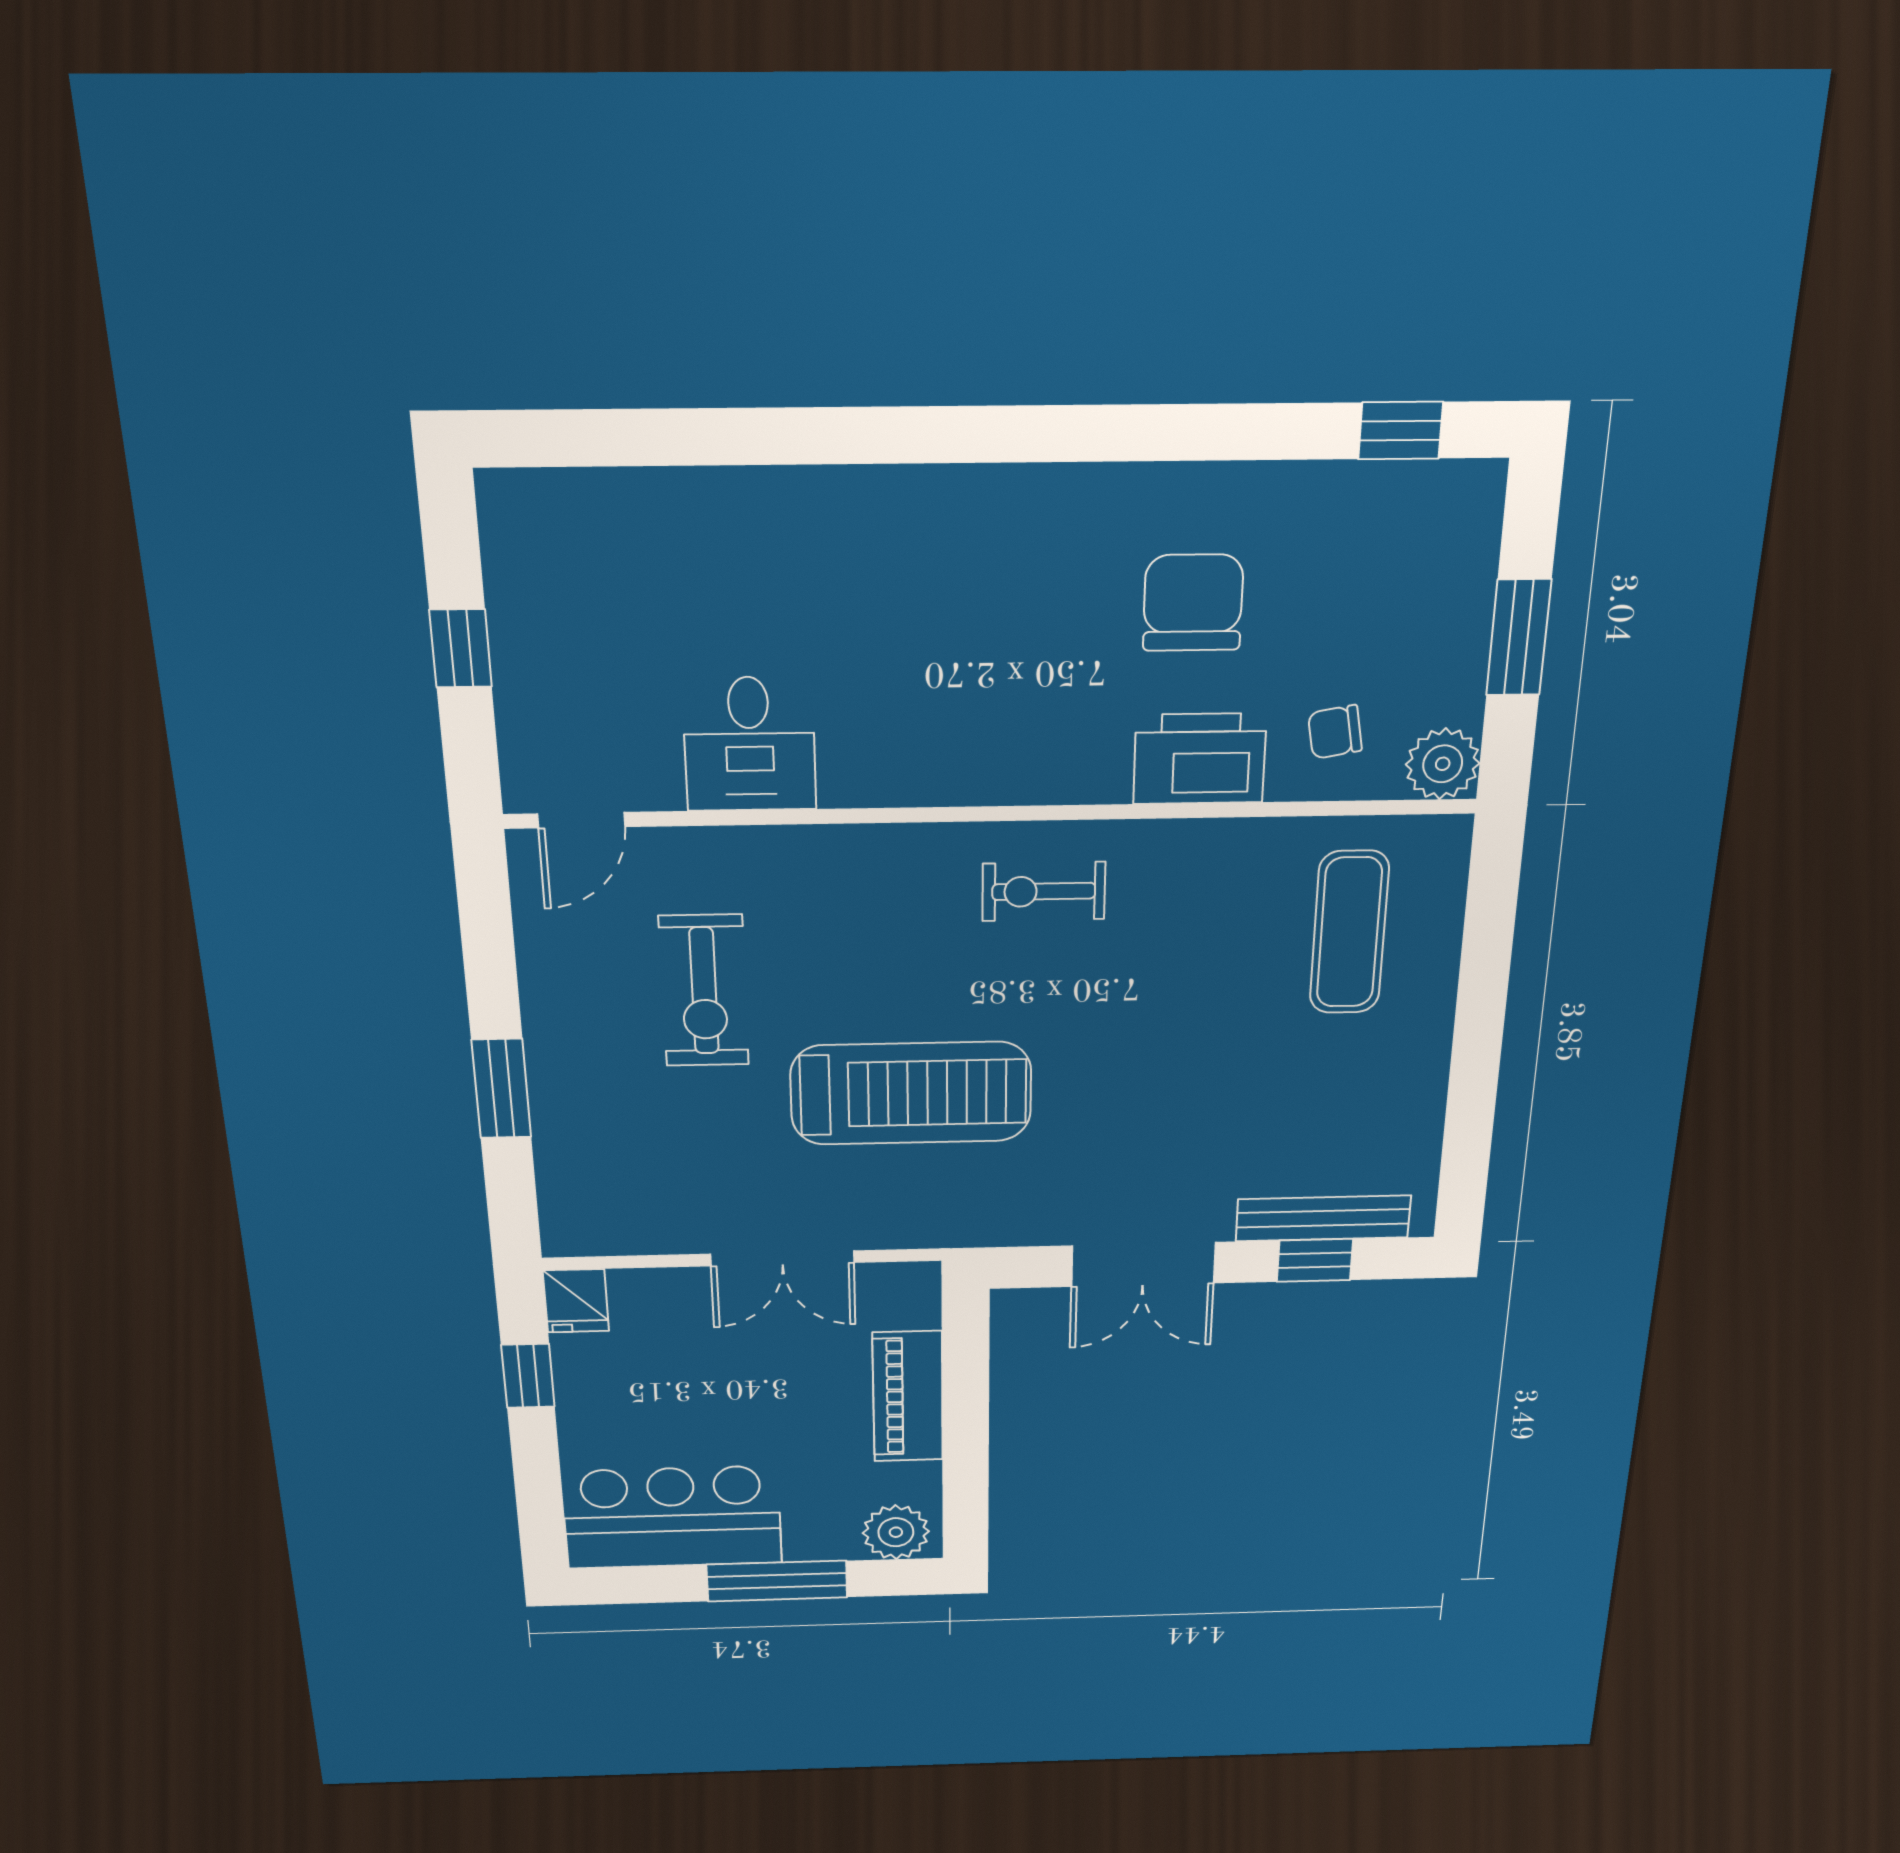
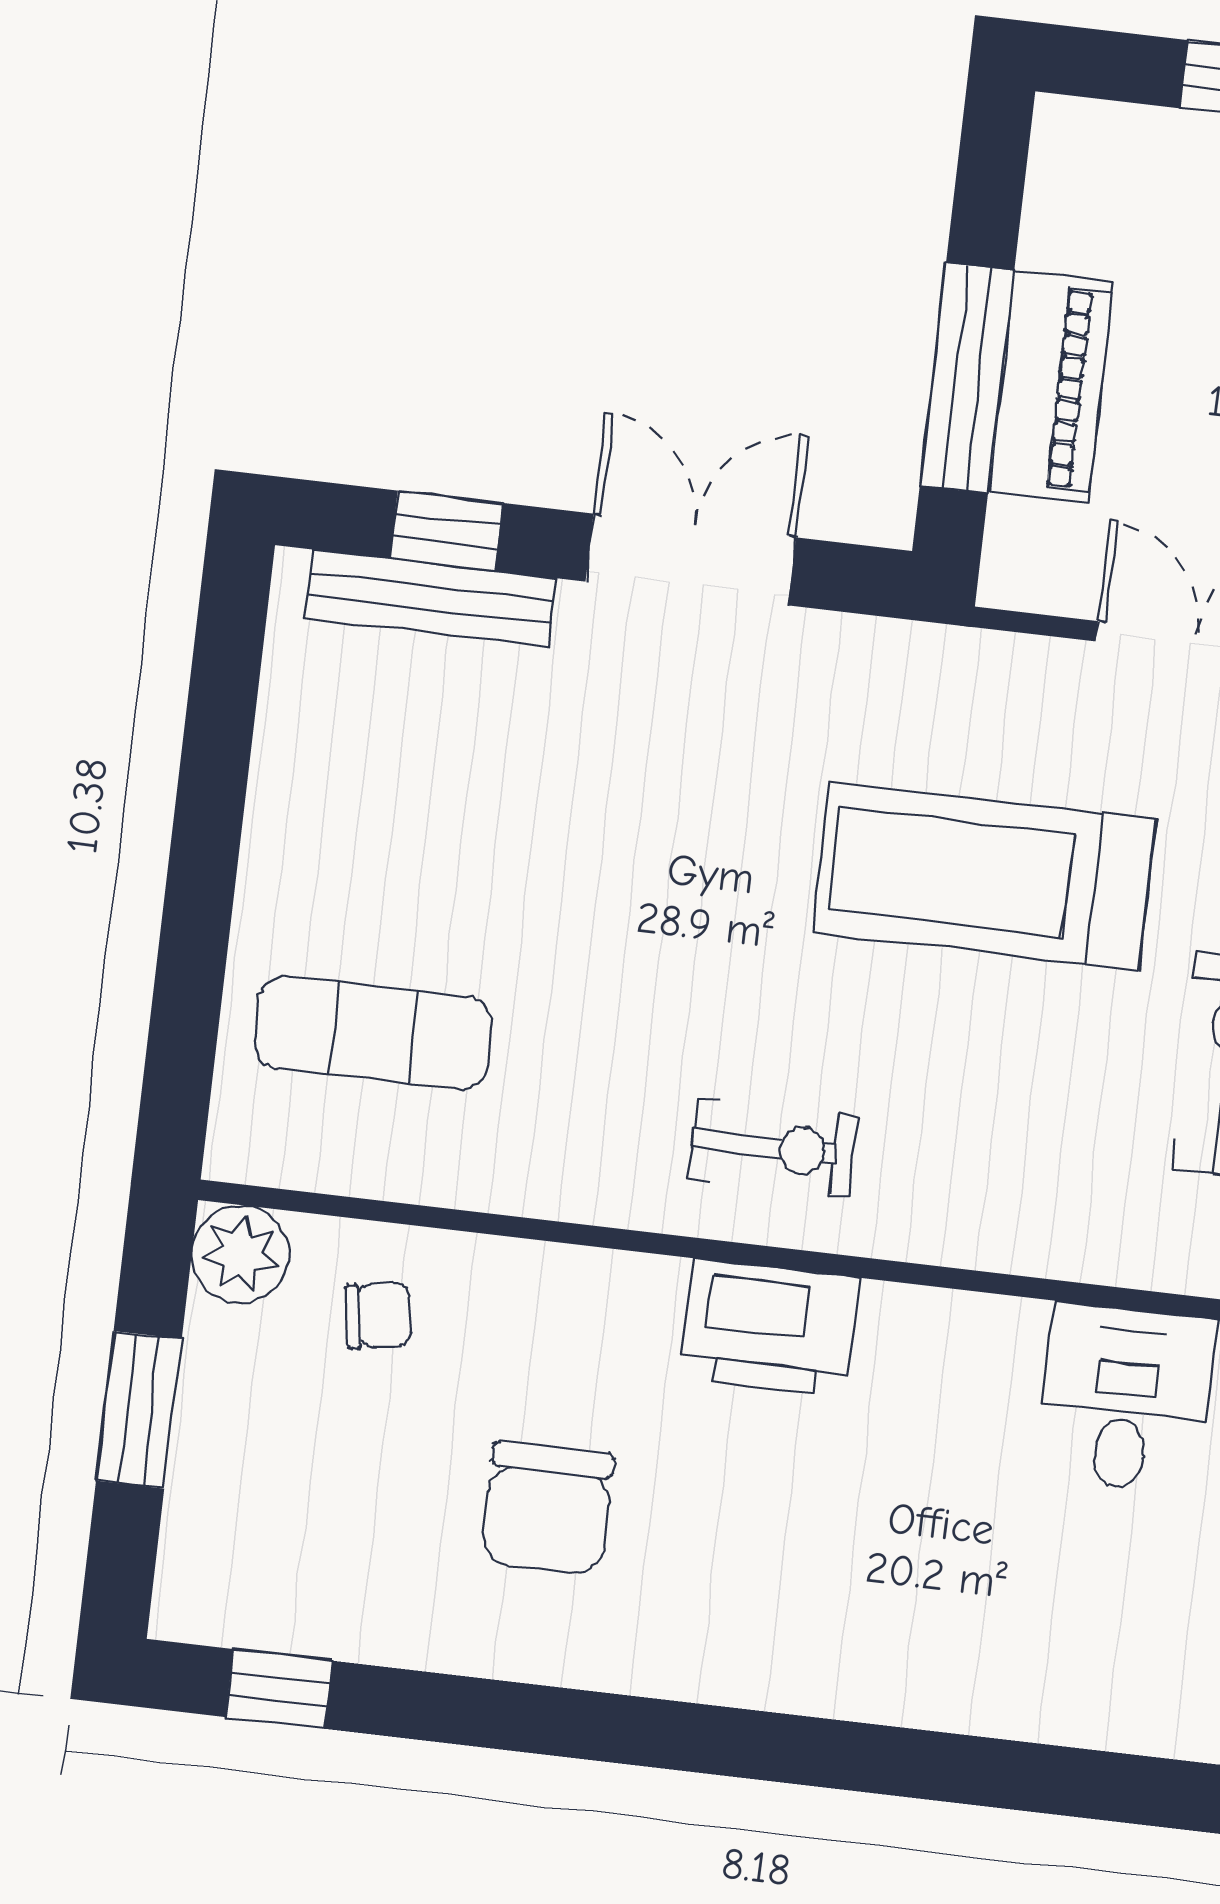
printer: (1200, 759) -> (770, 1328), moved
exercise mat: (1349, 933) -> (373, 1033), turned 90
window: (966, 1394) -> (967, 378), added
plant: (896, 1532) -> (1099, 149), removed

